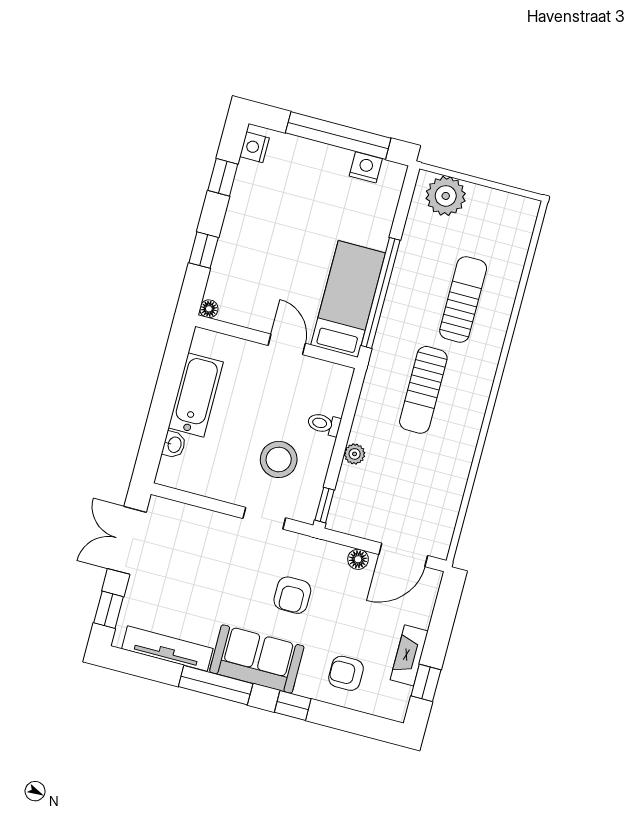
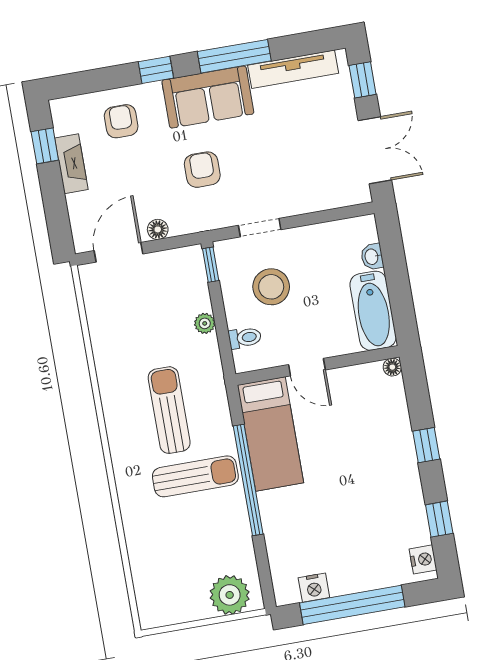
bed: (348, 299) -> (270, 434), moved
sun lounger: (463, 299) -> (195, 476), moved, turned -90
floor lamp: (209, 309) -> (392, 367), moved
wall: (276, 342) -> (317, 365), moved
door: (287, 344) -> (307, 367), moved
armchair: (346, 673) -> (121, 121), turned -90

